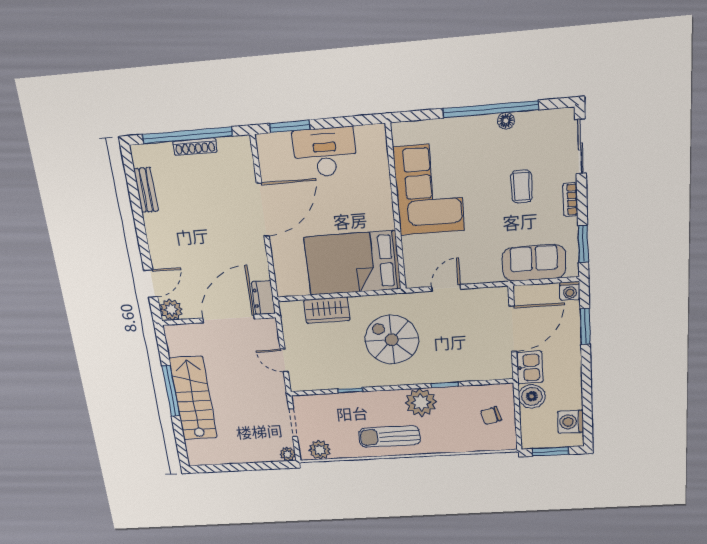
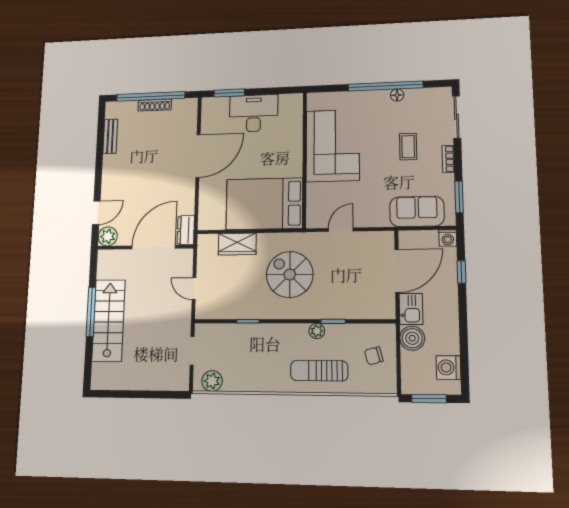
window: (585, 326) -> (461, 272), width x0.67
plant: (421, 402) -> (317, 331), width x0.53, depth x0.53
sun lounger: (389, 437) -> (319, 371), moved
plant: (288, 454) -> (182, 384), removed

